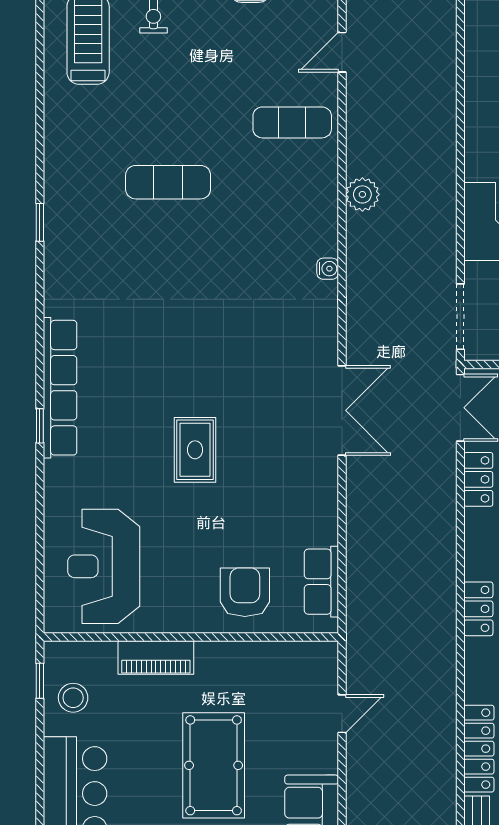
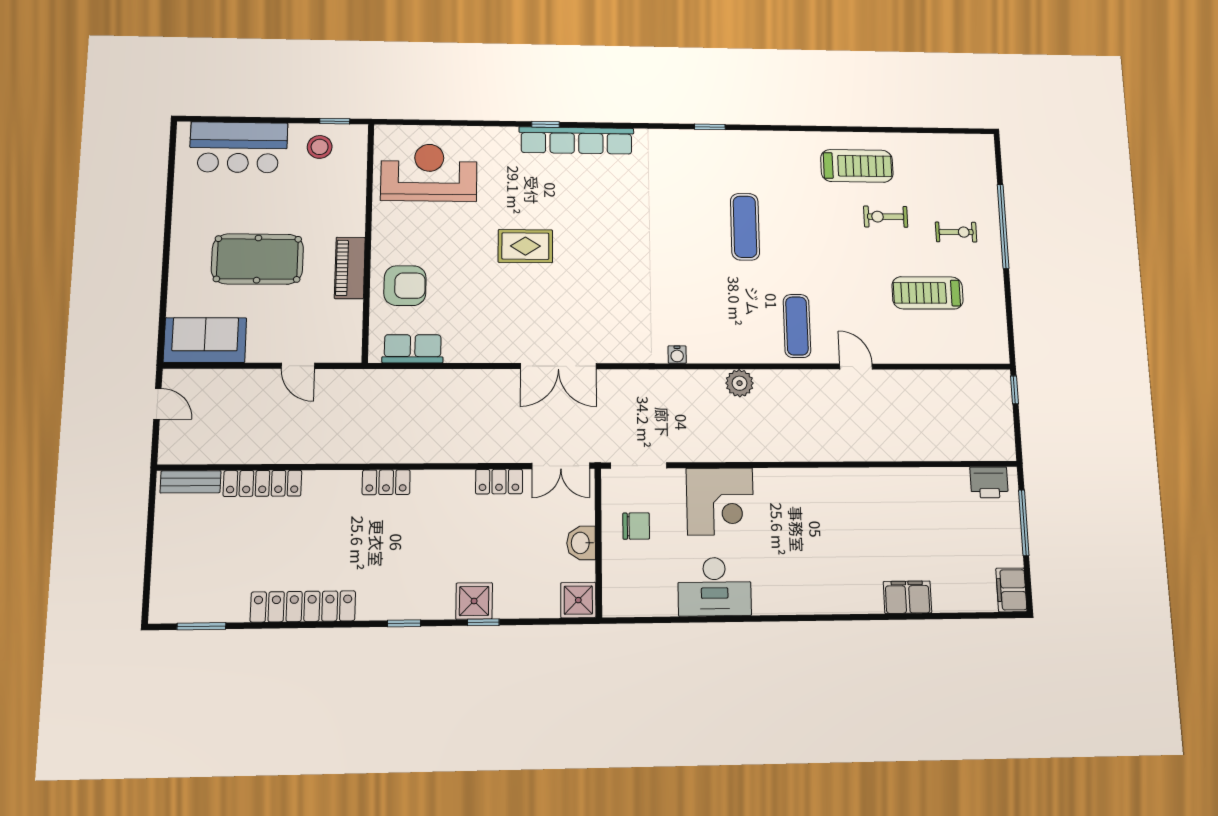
piano: (156, 657) -> (350, 268), moved

